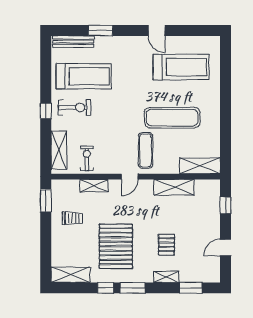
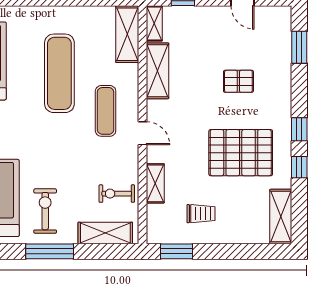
window: (46, 111) -> (50, 251), width x2.17
exercise mat: (145, 150) -> (106, 111), turned 90
trolley: (73, 218) -> (201, 214), turned 90
shelving: (166, 277) -> (154, 23), moved
window: (132, 288) -> (299, 129), width x0.67

